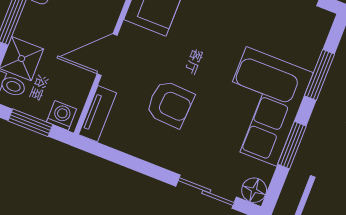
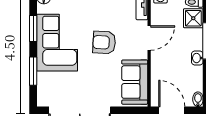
armchair: (170, 104) -> (104, 42), moved

